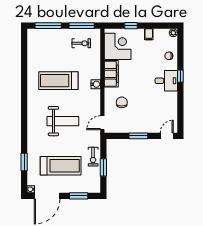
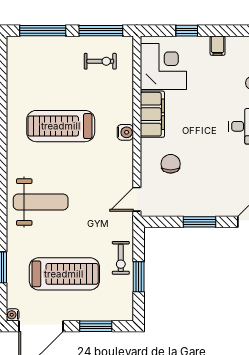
weight bench: (63, 121) -> (41, 202), moved

